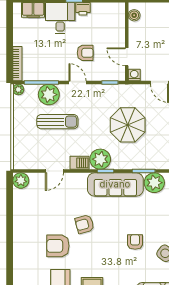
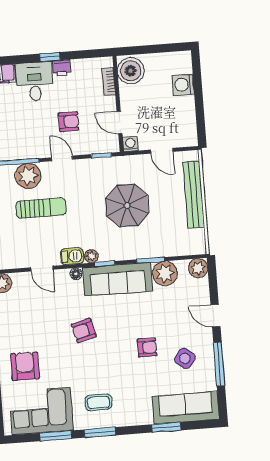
boiler: (134, 15) -> (131, 71), width x1.86, depth x1.86
bookcase: (121, 23) -> (109, 82), added
plant: (100, 159) -> (91, 256), width x0.53, depth x0.53
door: (54, 171) -> (42, 269), hinge flipped
floor lamp: (82, 177) -> (76, 274), added
armchair: (135, 242) -> (147, 347), turned 90
armchair: (58, 246) -> (25, 366), moved, turned 90

